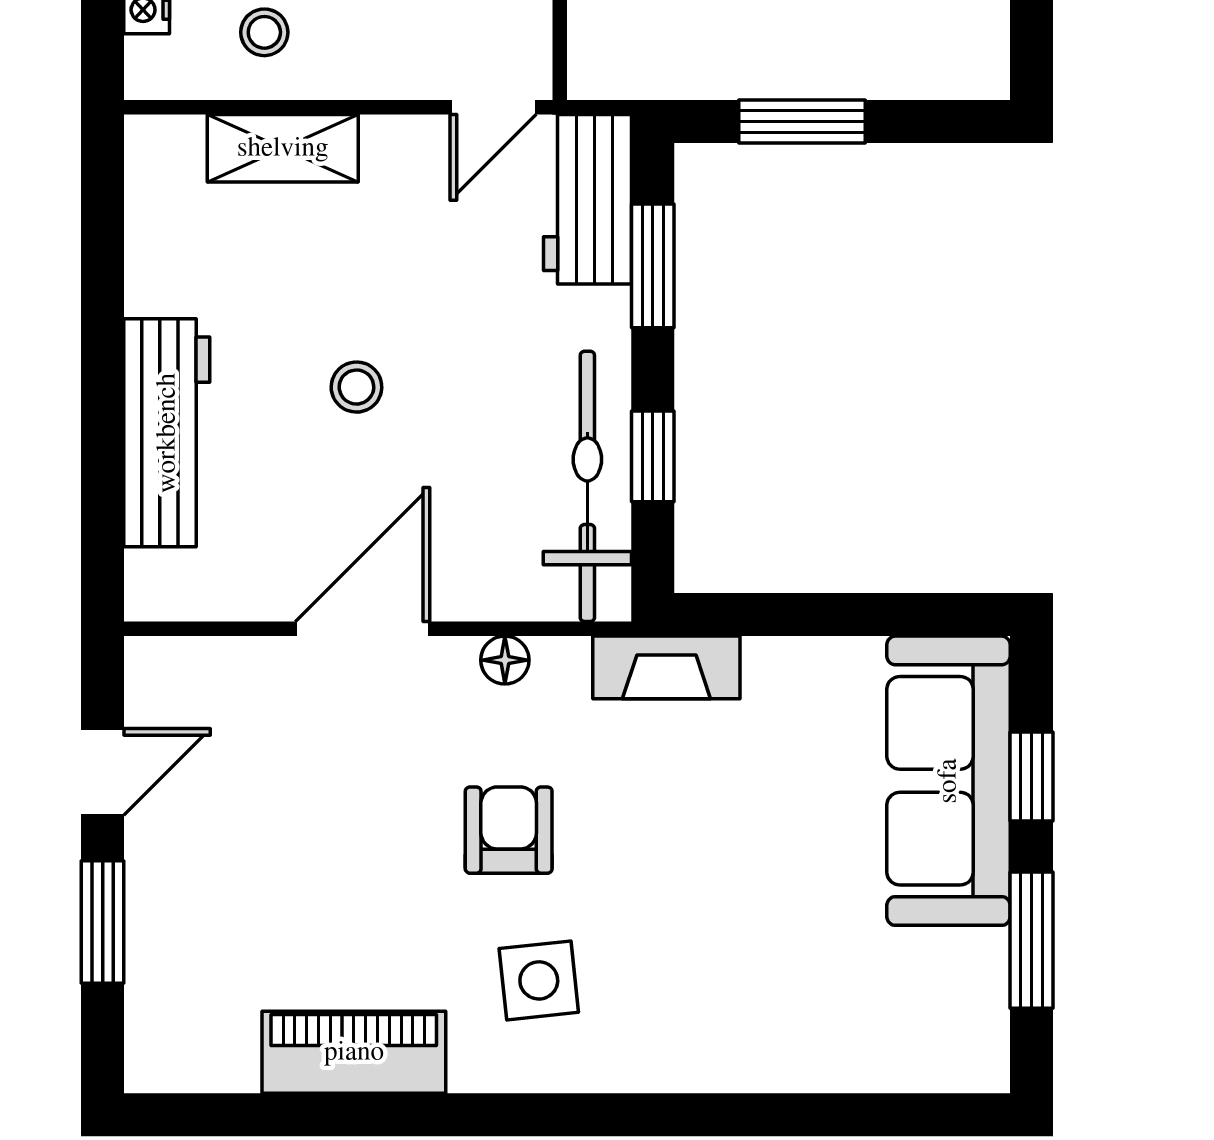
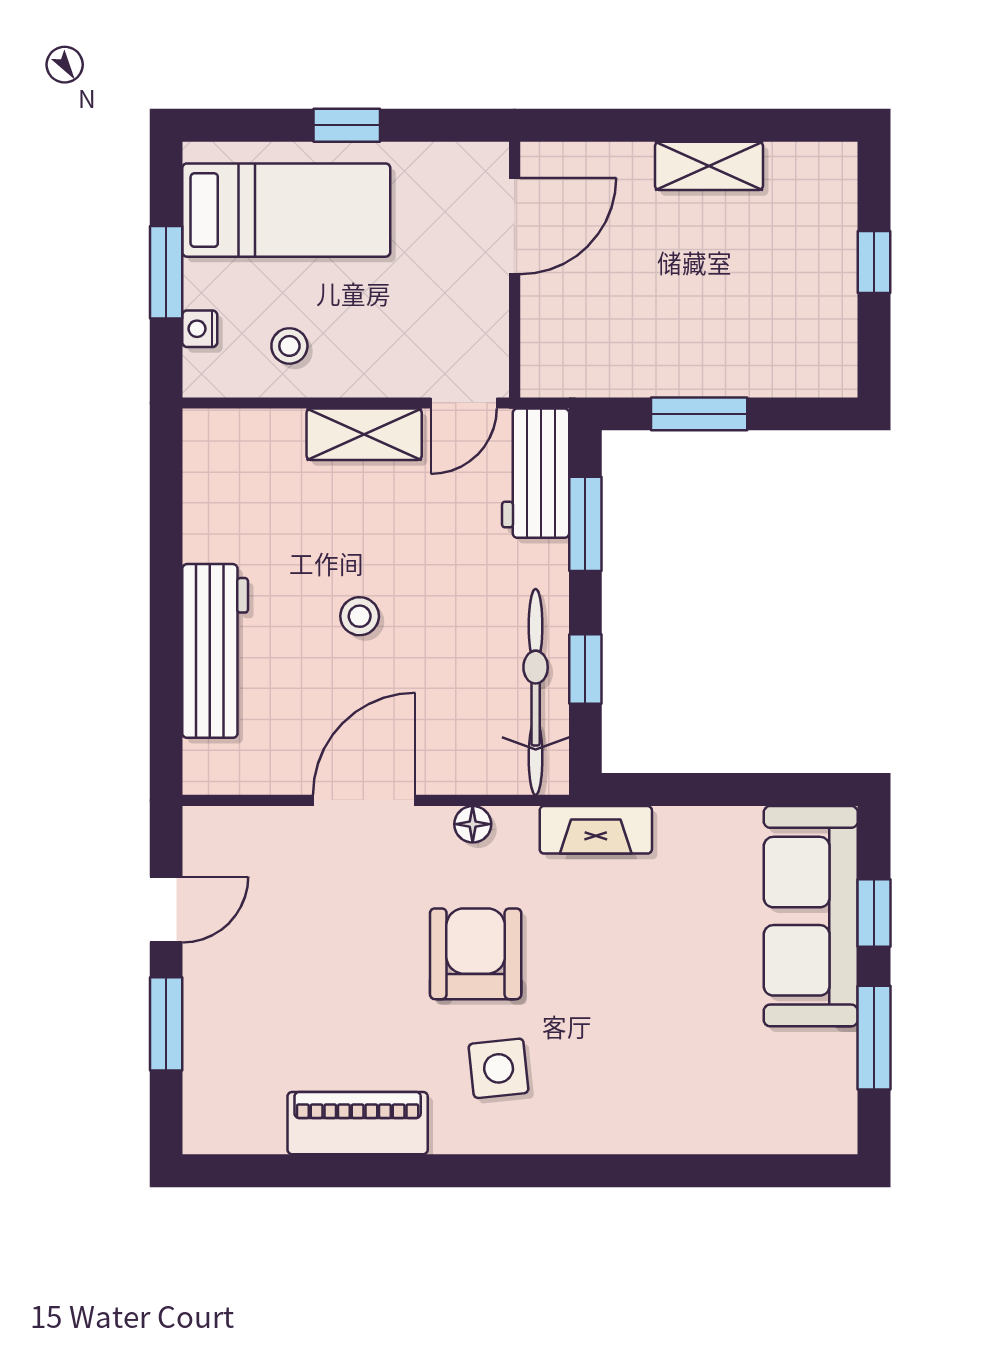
shelving: (283, 148) -> (364, 434), moved
armchair: (509, 830) -> (476, 954), width x1.38, depth x1.38

